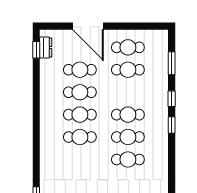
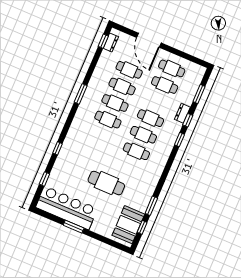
dresser: (162, 93) -> (182, 113), added
window: (36, 121) -> (81, 94), added

